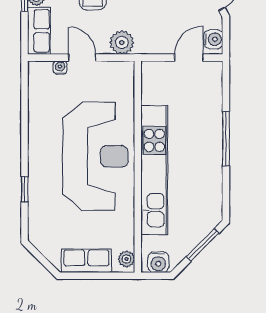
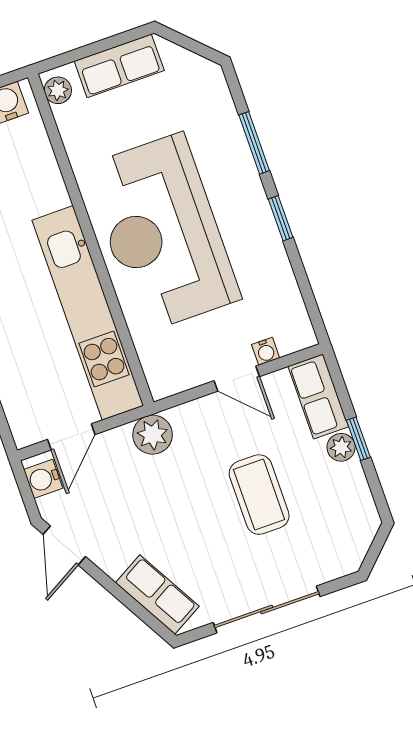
plant: (122, 43) -> (153, 435), moved
window: (25, 141) -> (281, 218), added
kitchen unit: (154, 170) -> (88, 313), moved
window: (25, 189) -> (254, 143), width x1.50

